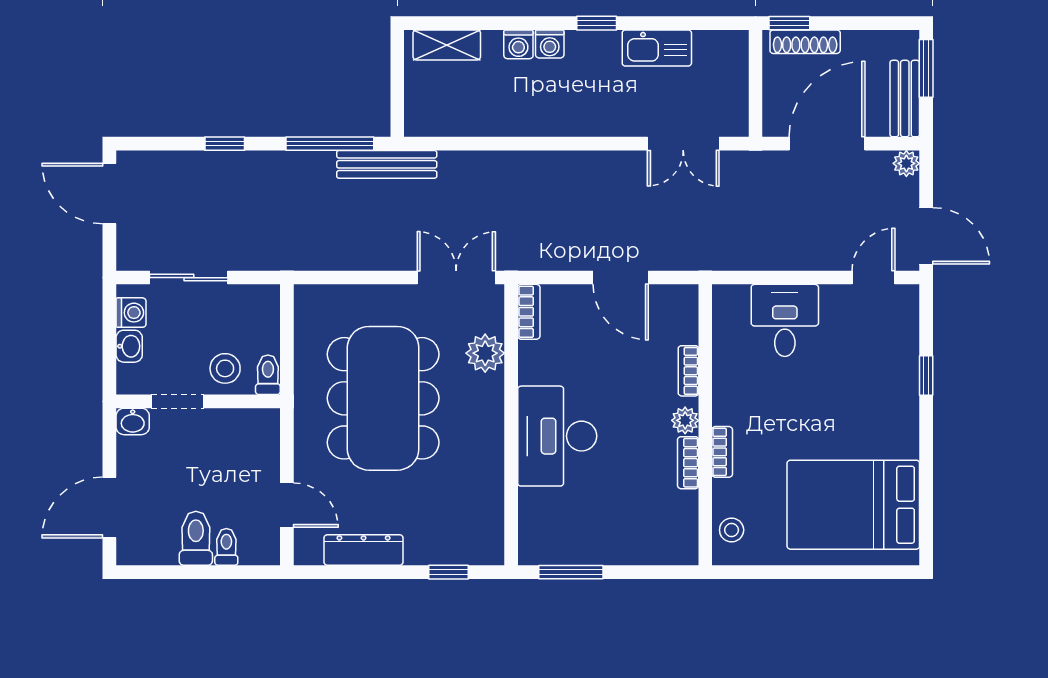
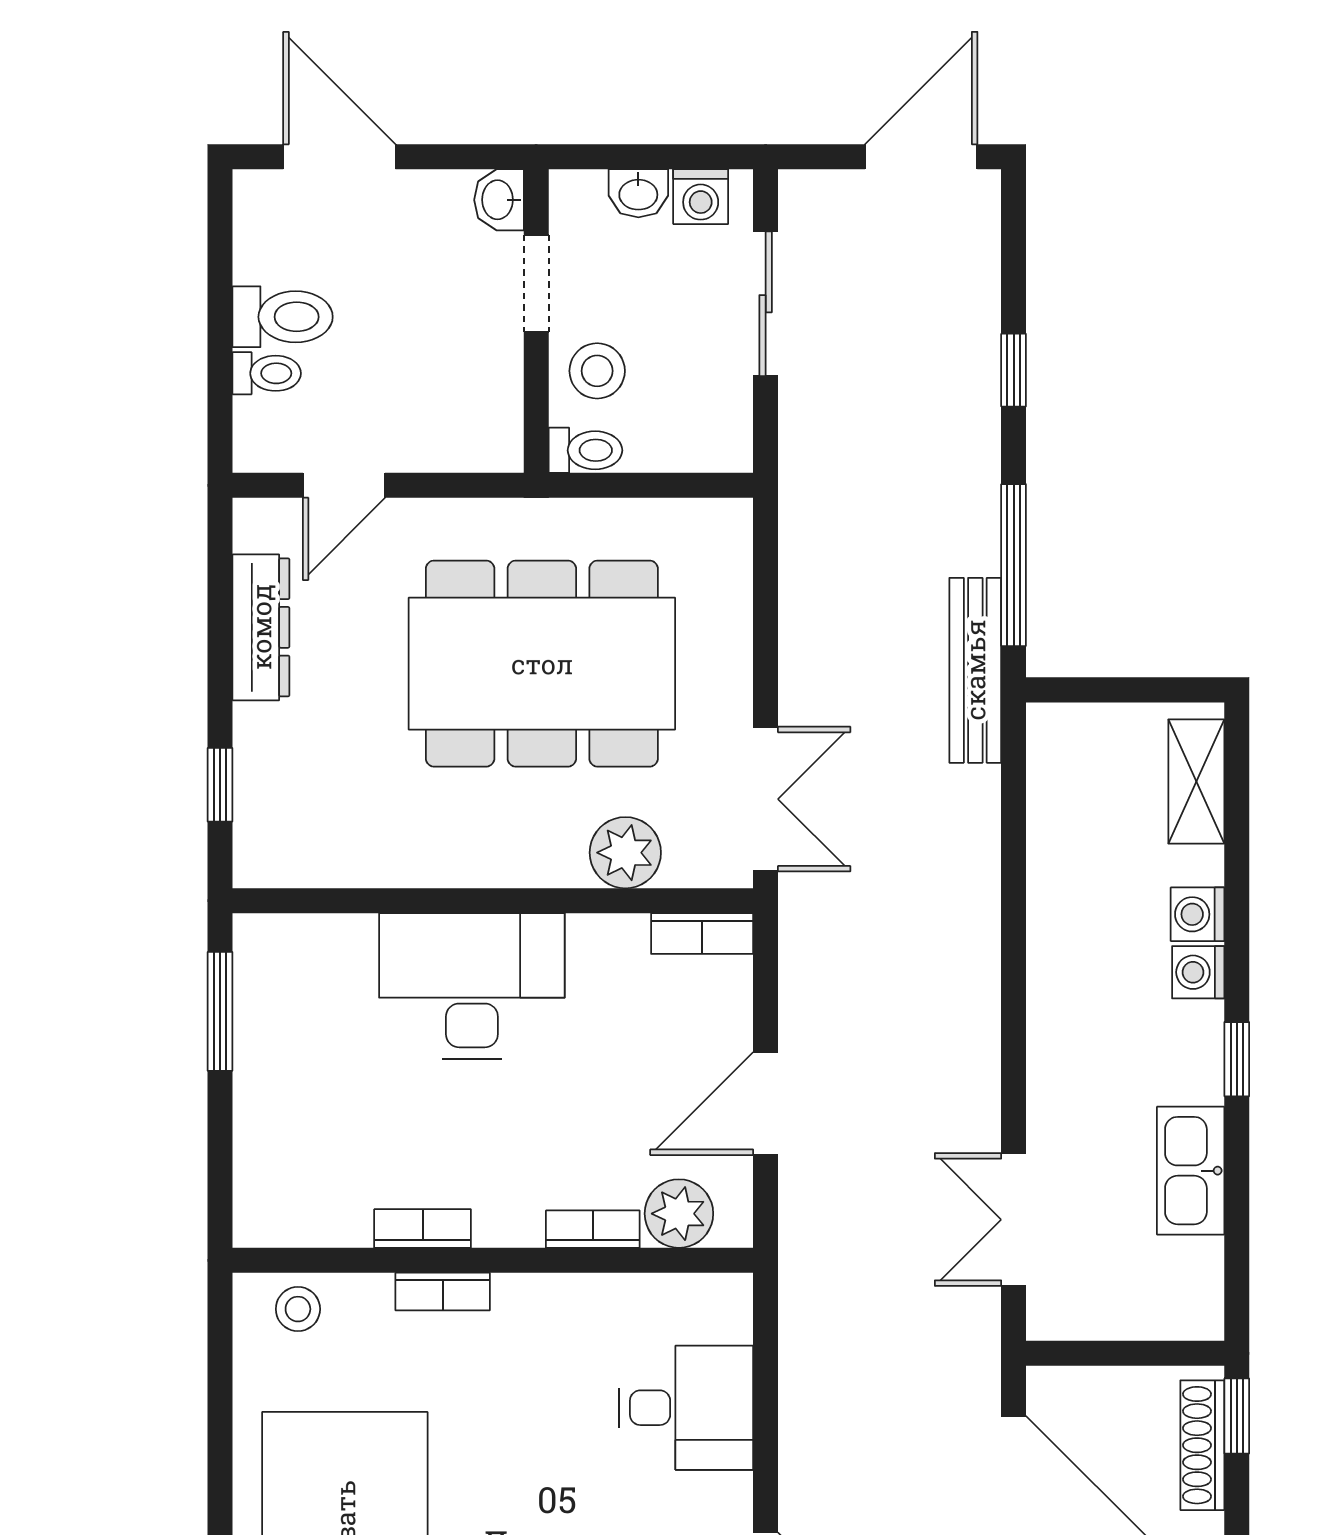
plant: (685, 420) -> (679, 1214), moved, width x1.38, depth x1.38

